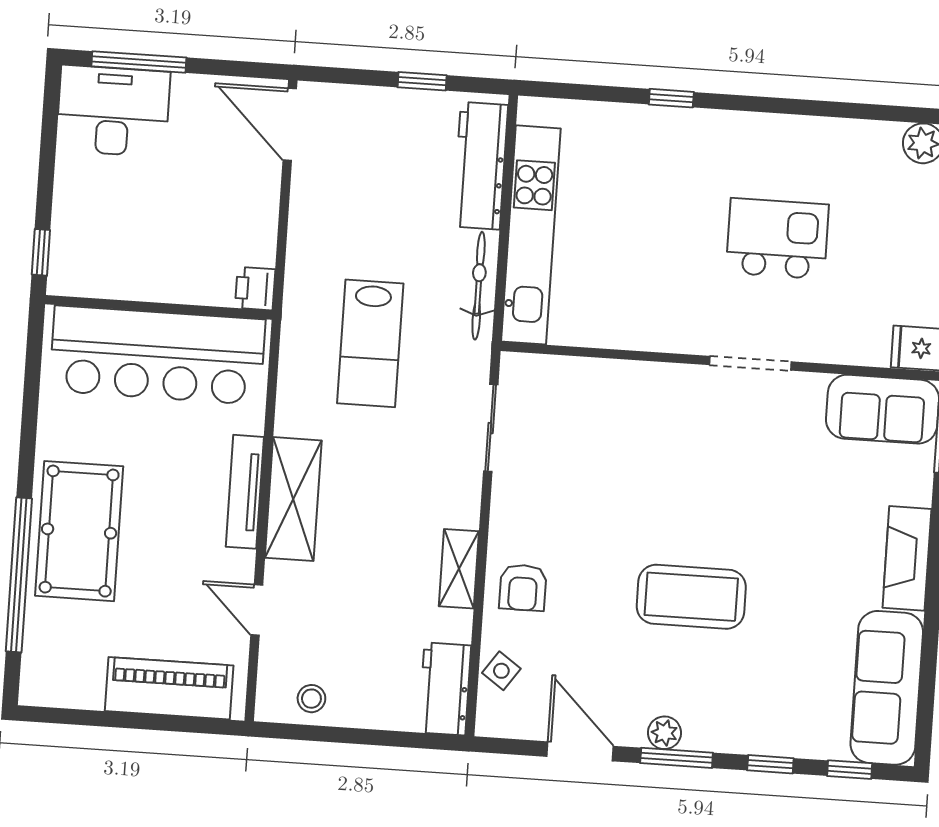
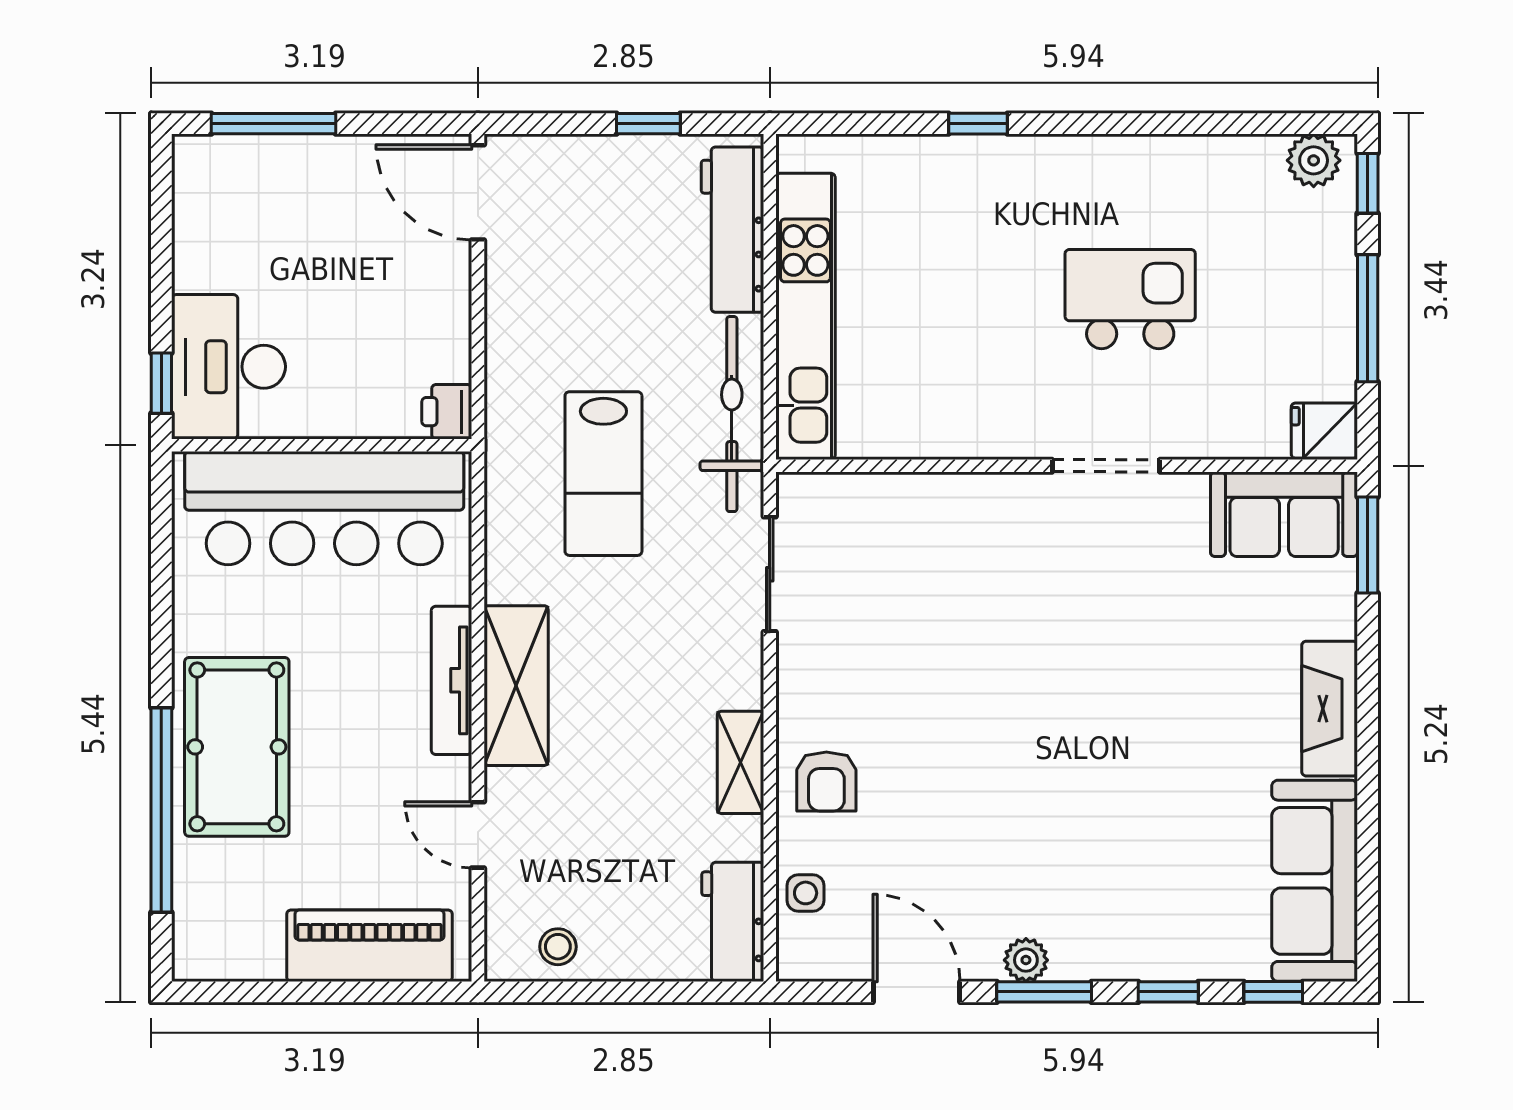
desk: (113, 111) -> (228, 367), moved, turned -90
bicycle: (479, 286) -> (732, 414), width x1.37, depth x1.40
coffee table: (691, 597) -> (1049, 778), removed
side table: (501, 671) -> (806, 893), turned -35

